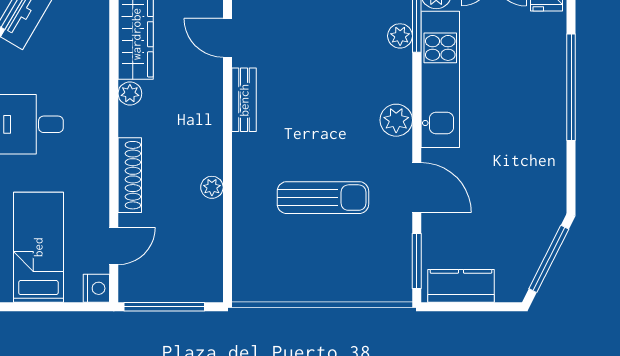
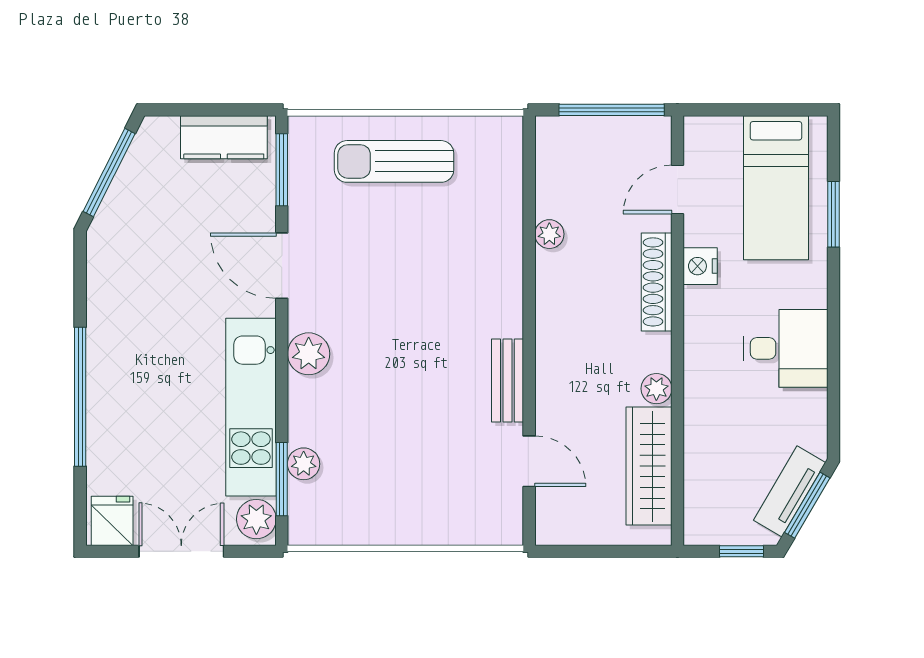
plant: (212, 187) -> (549, 234), moved
sun lounger: (323, 198) -> (394, 161), moved
nightstand: (96, 288) -> (700, 266), moved

